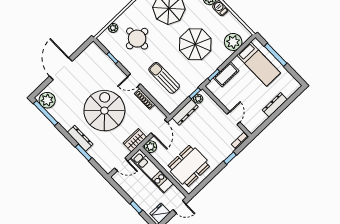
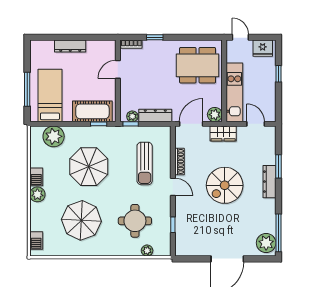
cot: (226, 74) -> (92, 111), width x1.37, depth x1.34
spiral stairs: (104, 111) -> (225, 185), width x0.73, depth x0.73

